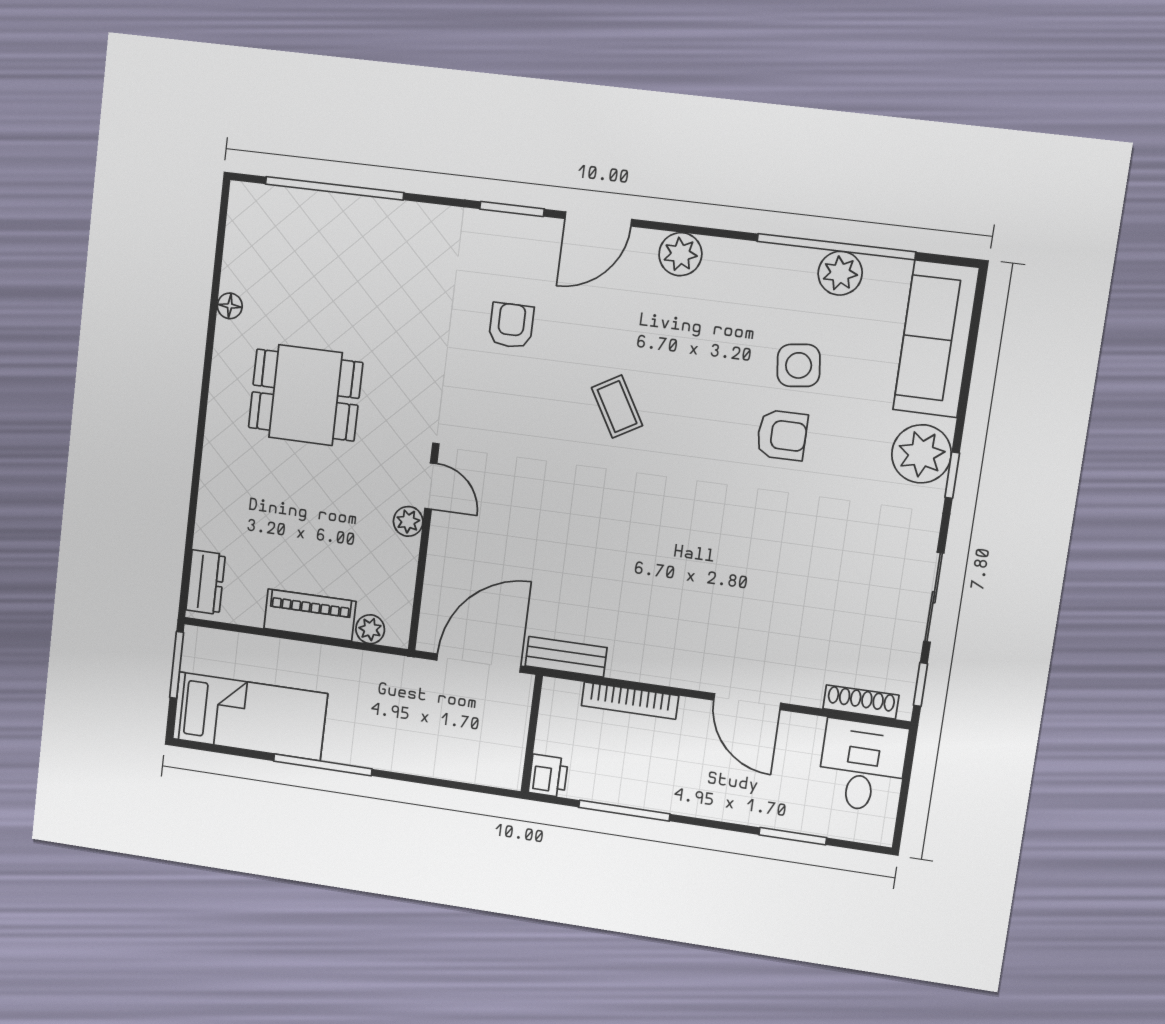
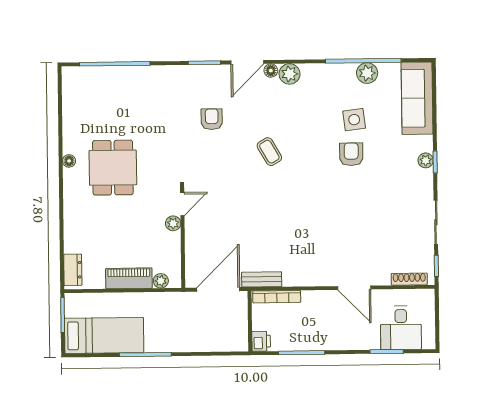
floor lamp: (643, 242) -> (271, 71), added
floor lamp: (230, 306) -> (69, 161), moved
dining table: (305, 395) -> (113, 168), turned 90
armchair: (782, 435) -> (351, 154), turned -90
plant: (921, 454) -> (426, 160), width x0.53, depth x0.53
door: (431, 486) -> (182, 204), hinge flipped
bookcase: (630, 701) -> (277, 297), moved
desk: (862, 766) -> (401, 328), moved, turned 180

